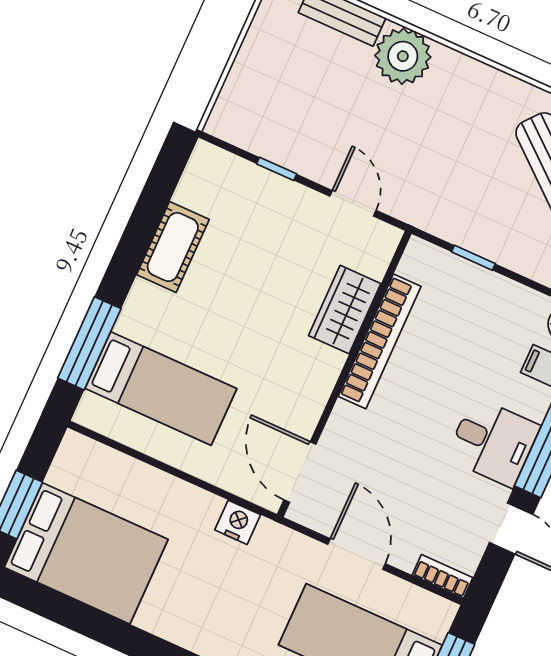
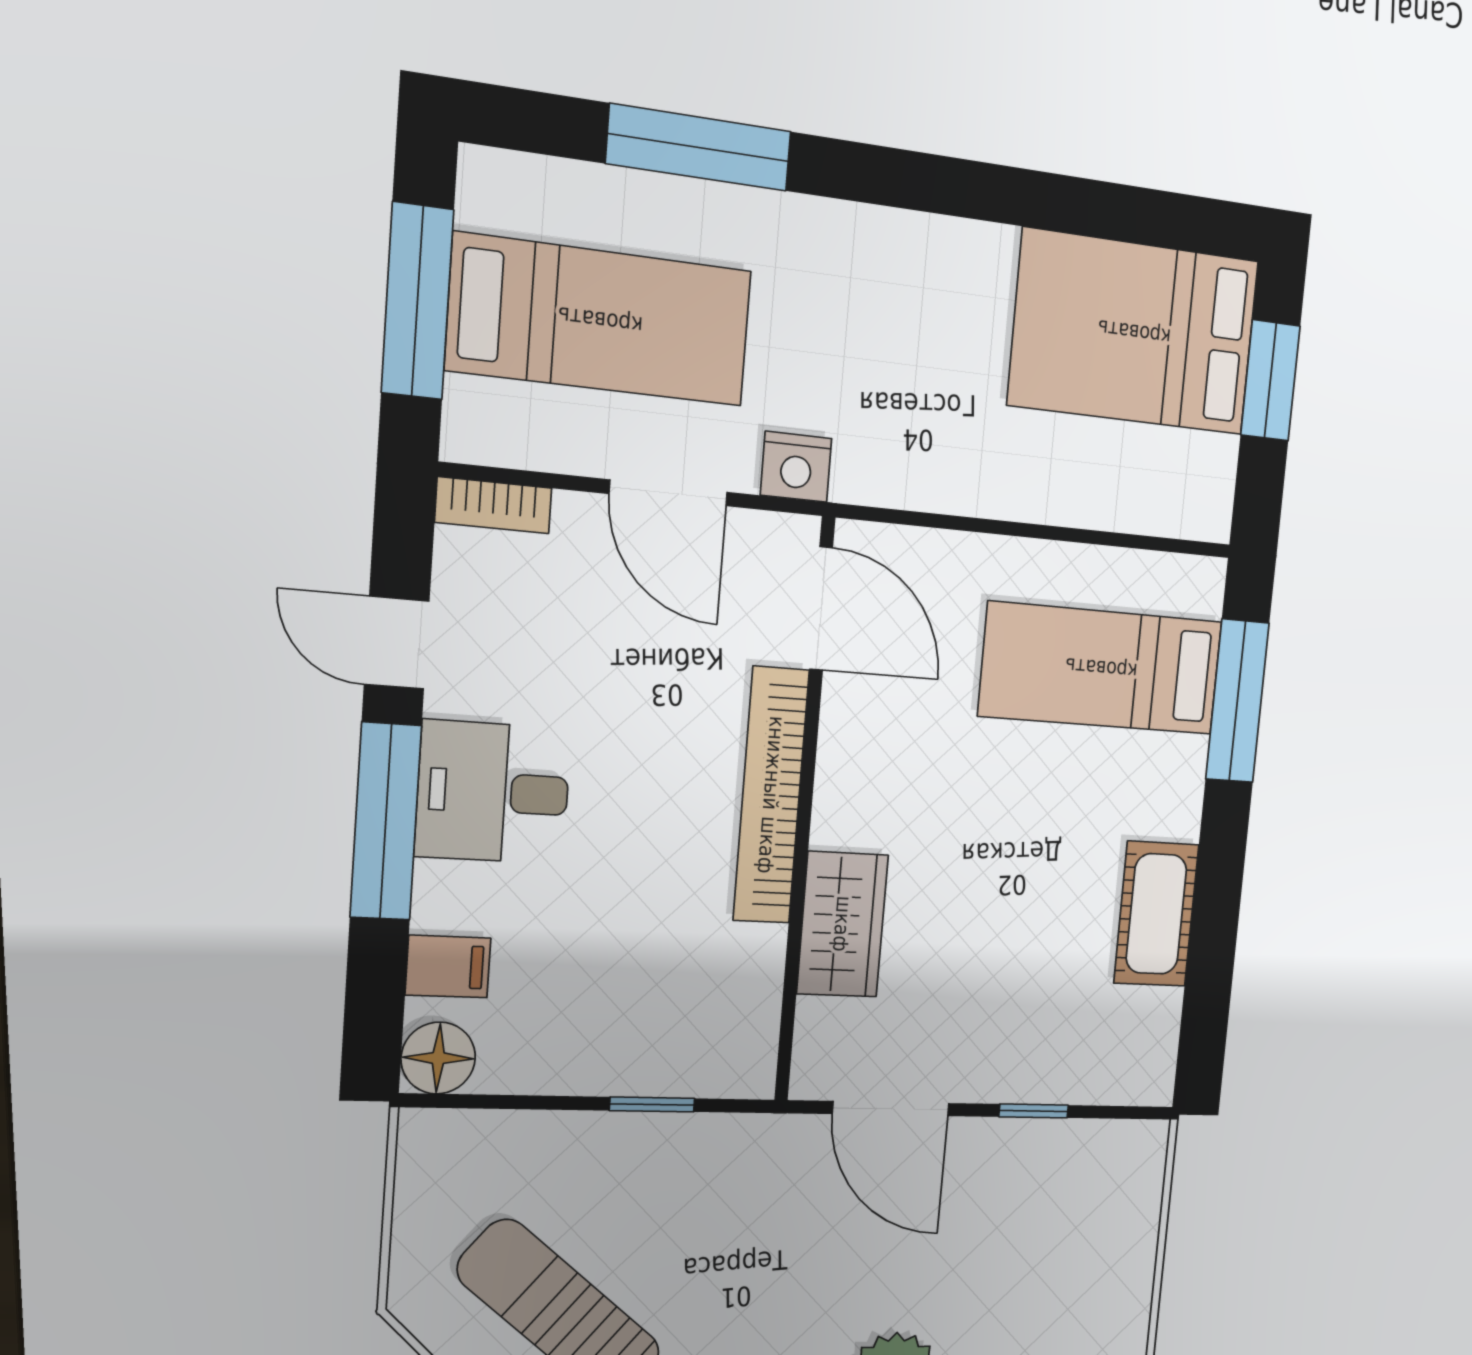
door: (353, 203) -> (891, 1109), width x1.38
bookcase: (380, 341) -> (771, 795), moved
nightstand: (238, 522) -> (796, 467), moved

